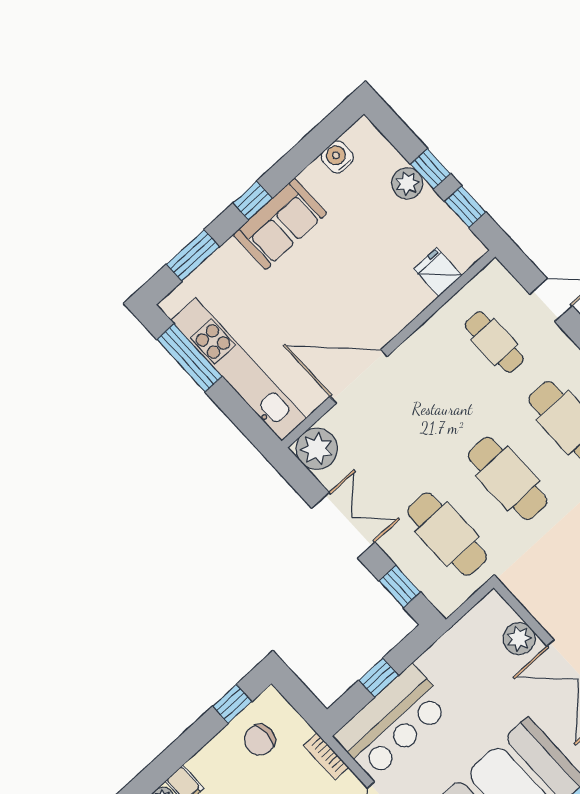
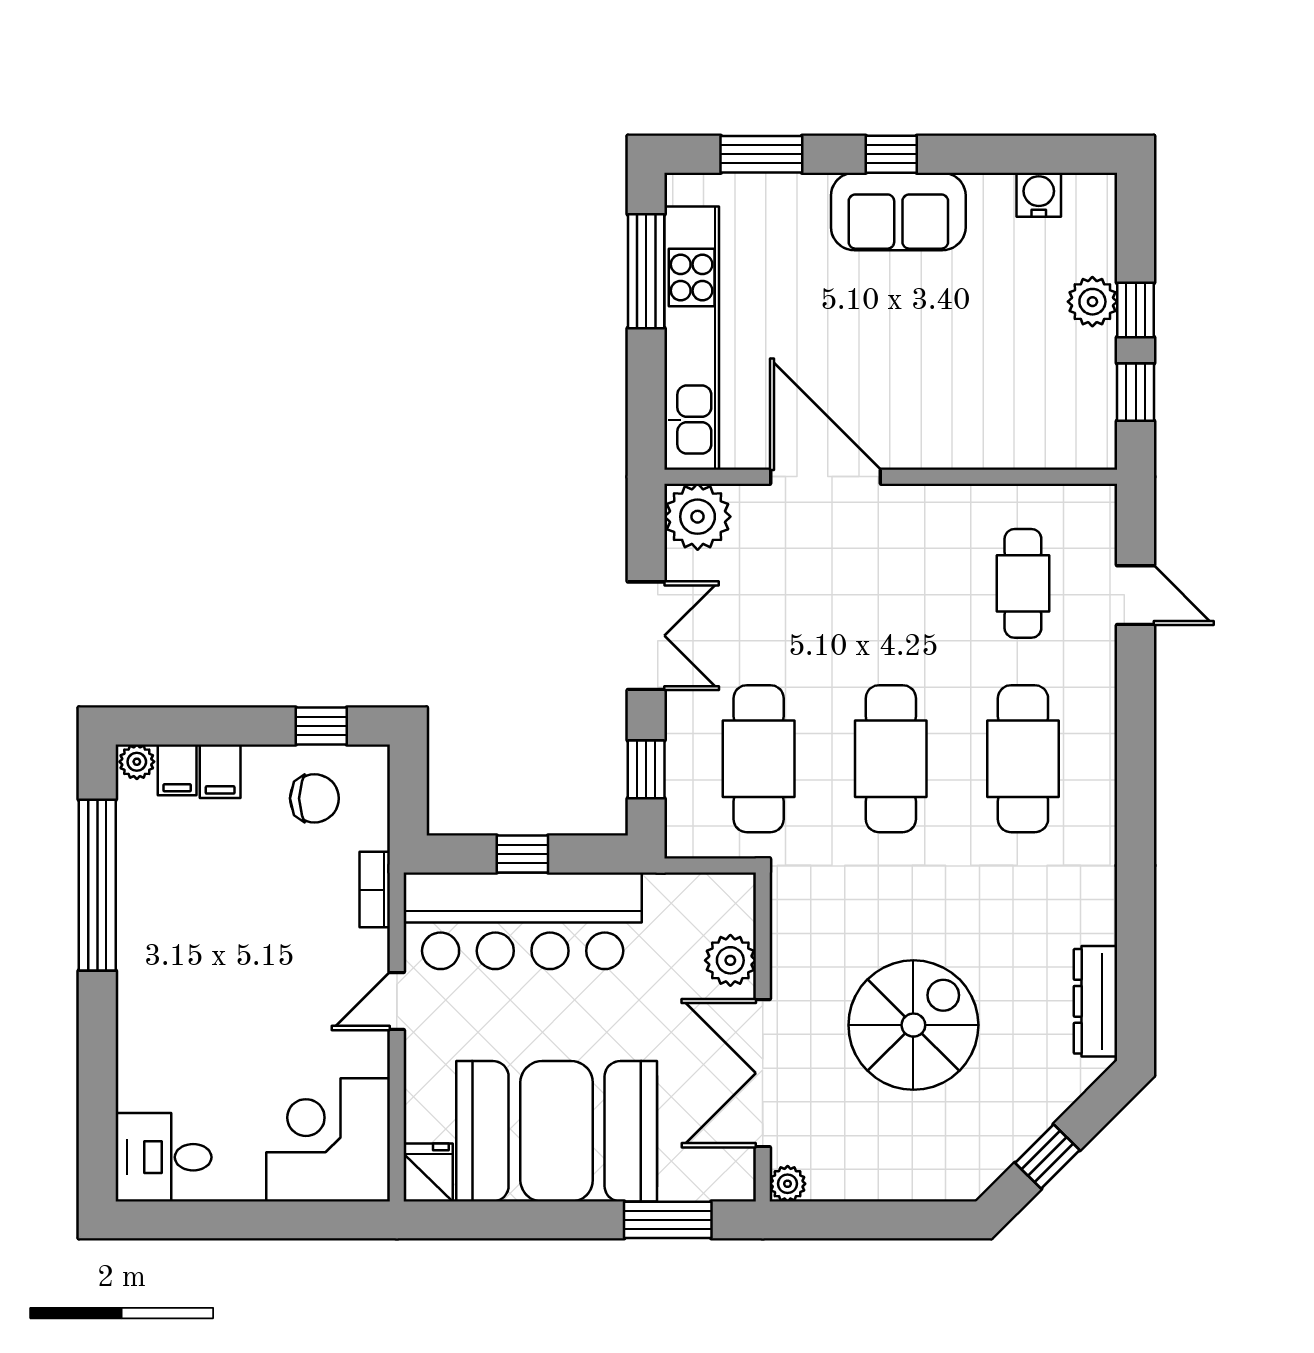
fridge: (438, 272) -> (1032, 439), removed
bar counter: (392, 722) -> (523, 921), width x1.36
chair: (260, 740) -> (314, 798), turned 180
filing cabinet: (205, 767) -> (220, 771), added

